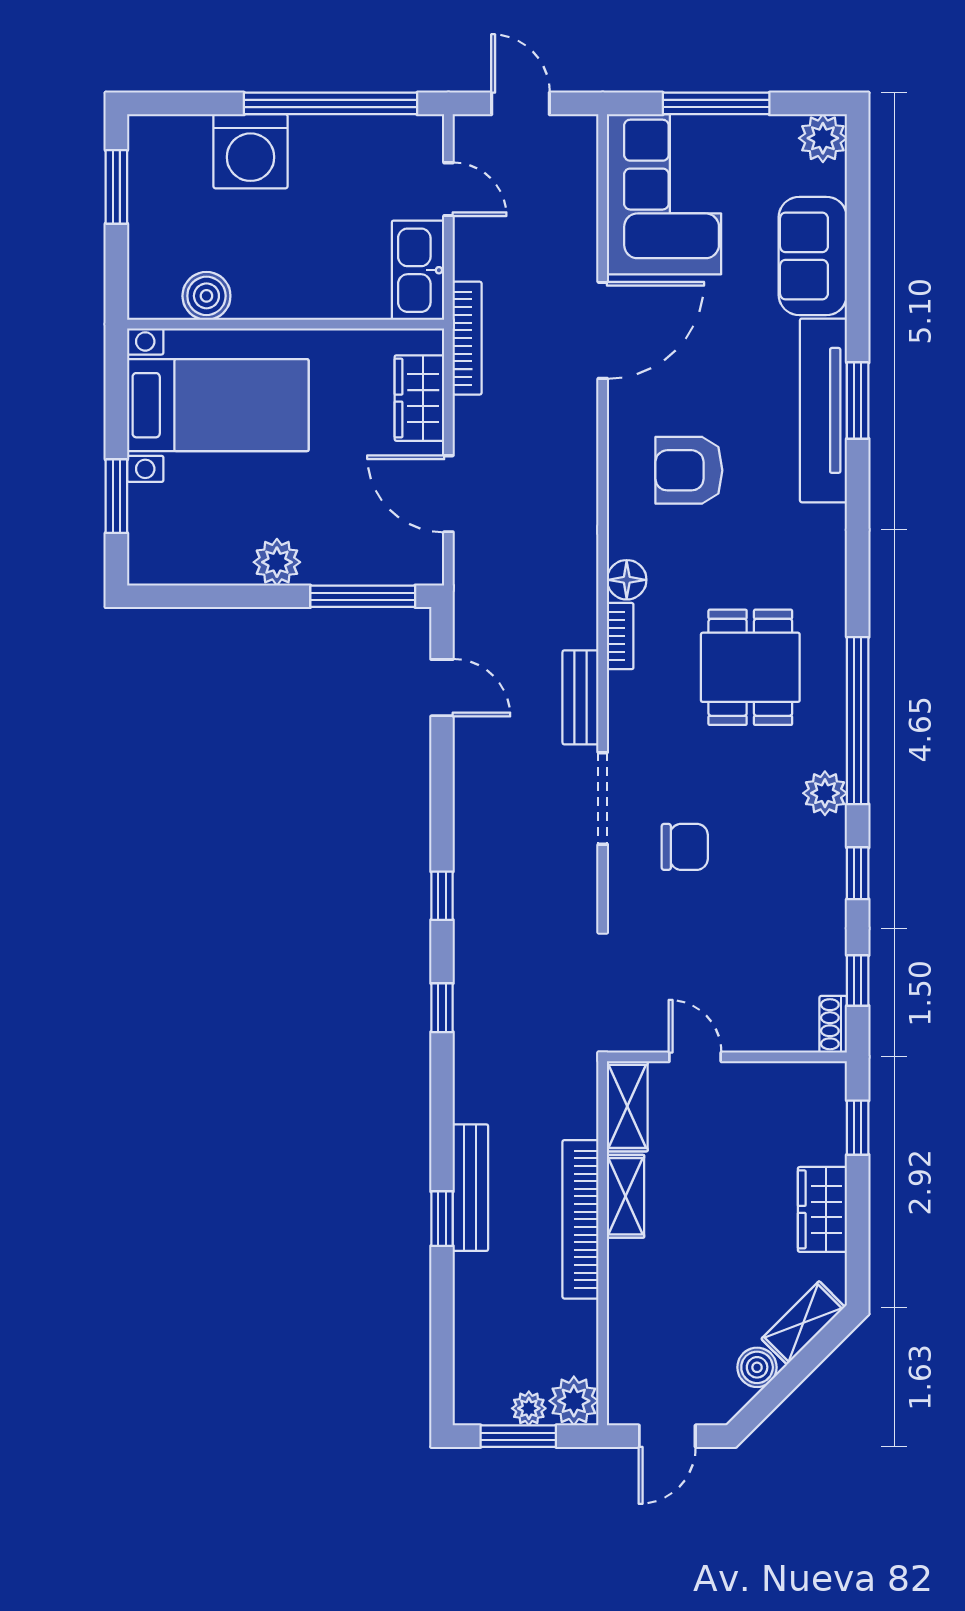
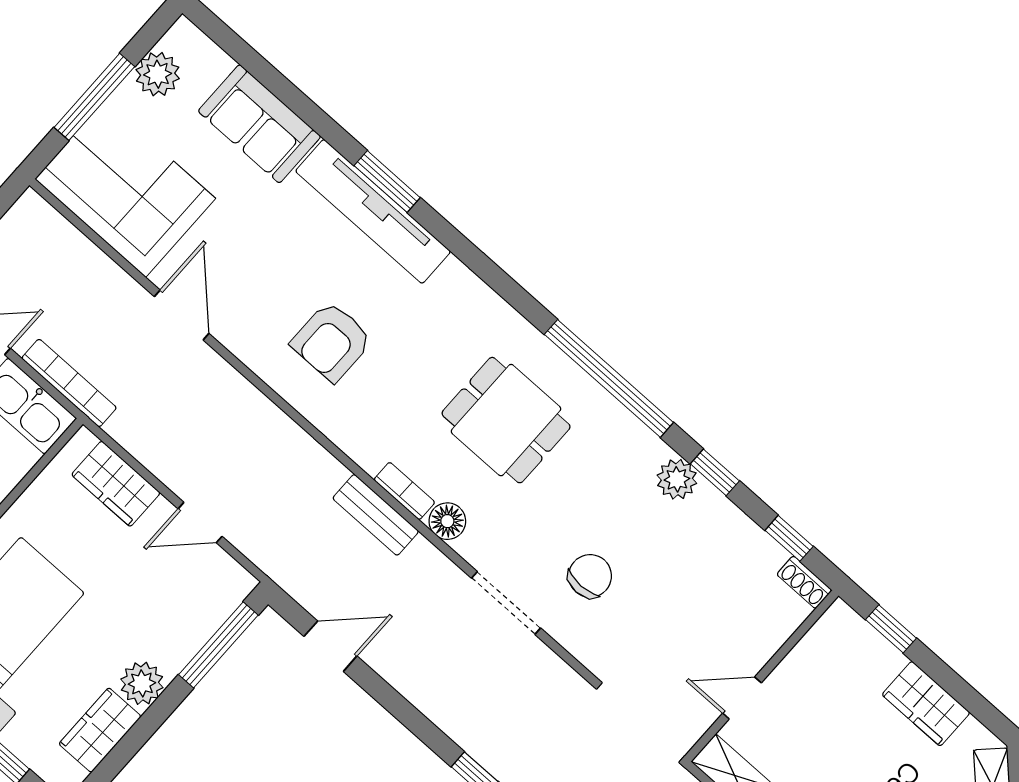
plant: (823, 138) -> (158, 74), moved
door: (603, 330) -> (182, 315), width x0.73
bookcase: (467, 338) -> (69, 383), moved
door: (448, 494) -> (200, 523), width x0.73
wardrobe: (209, 562) -> (100, 730), added
floor lamp: (627, 580) -> (447, 521), moved
bench: (580, 697) -> (376, 515), moved
plant: (825, 793) -> (677, 479), moved

